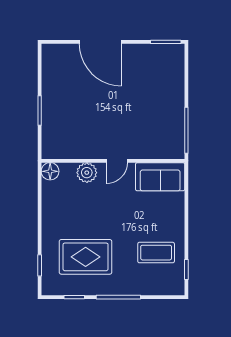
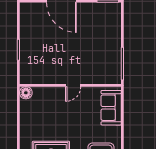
plant: (87, 173) -> (52, 94), removed
sofa: (160, 177) -> (111, 108), moved, turned 90

